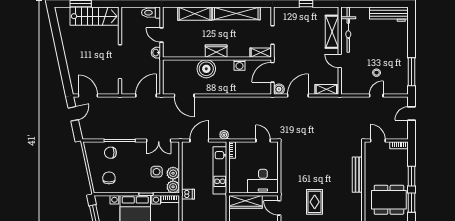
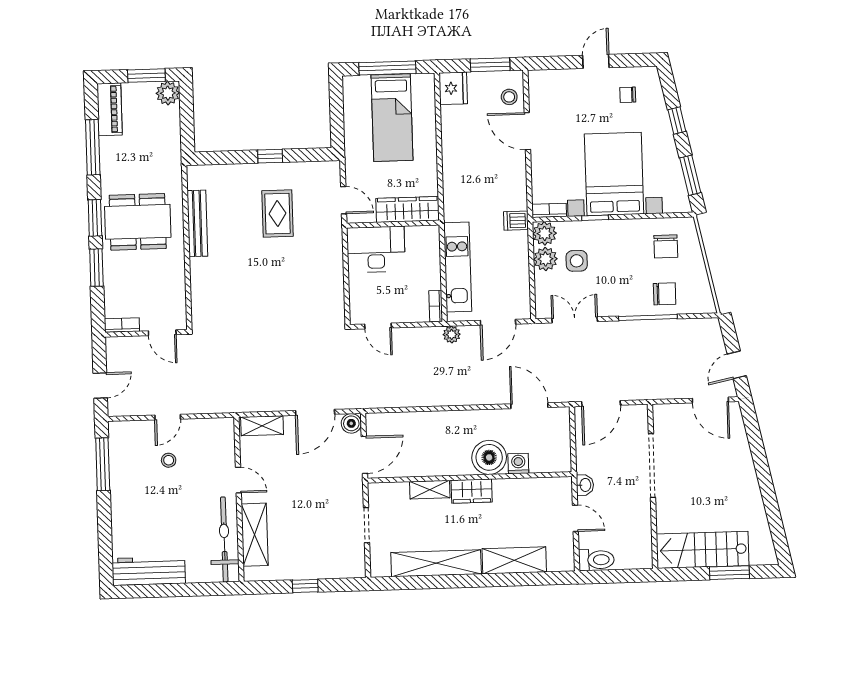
shelving: (261, 53) -> (430, 490), moved
washing machine: (239, 65) -> (518, 464), moved
bench: (357, 175) -> (197, 223), moved

